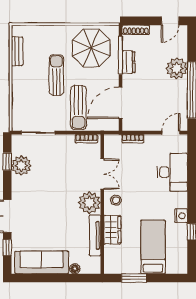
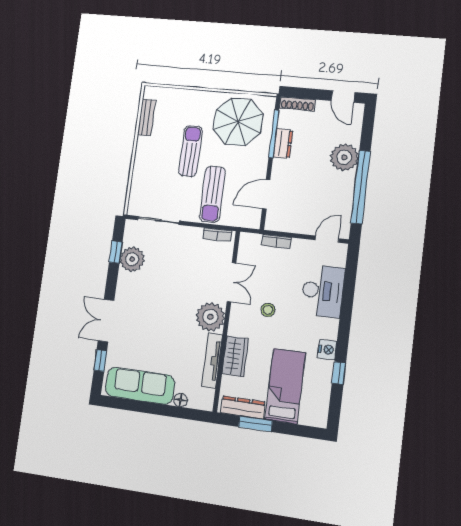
door: (170, 21) -> (343, 97), hinge flipped
door: (120, 103) -> (266, 194), width x0.73
stool: (116, 200) -> (268, 310), moved
dresser: (123, 267) -> (243, 407), added

